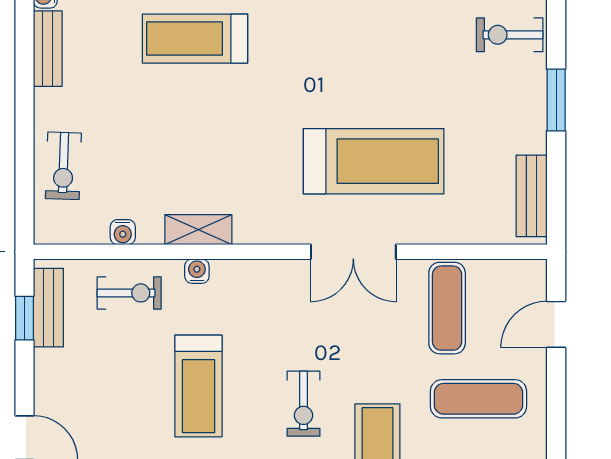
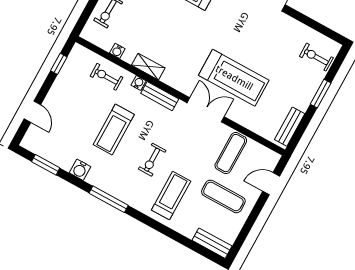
double door: (353, 252) -> (206, 110), swing flipped
exercise bike: (129, 293) -> (106, 77), turned 180
bench: (48, 308) -> (160, 96), moved, turned 90

